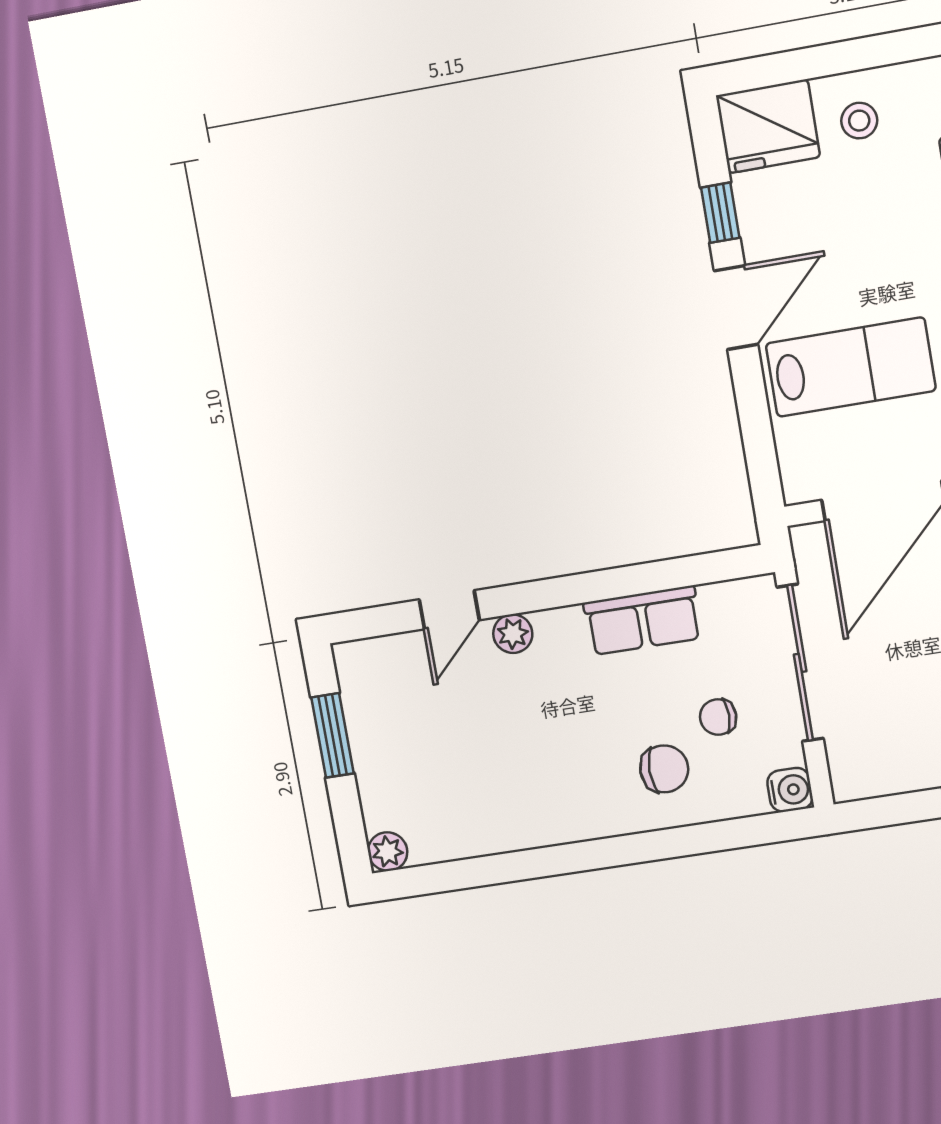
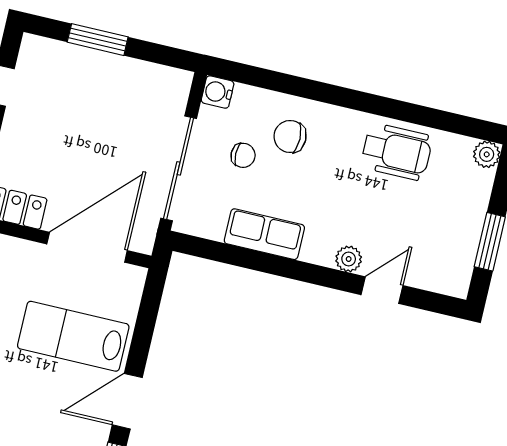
wheelchair: (510, 806) -> (397, 152), added

